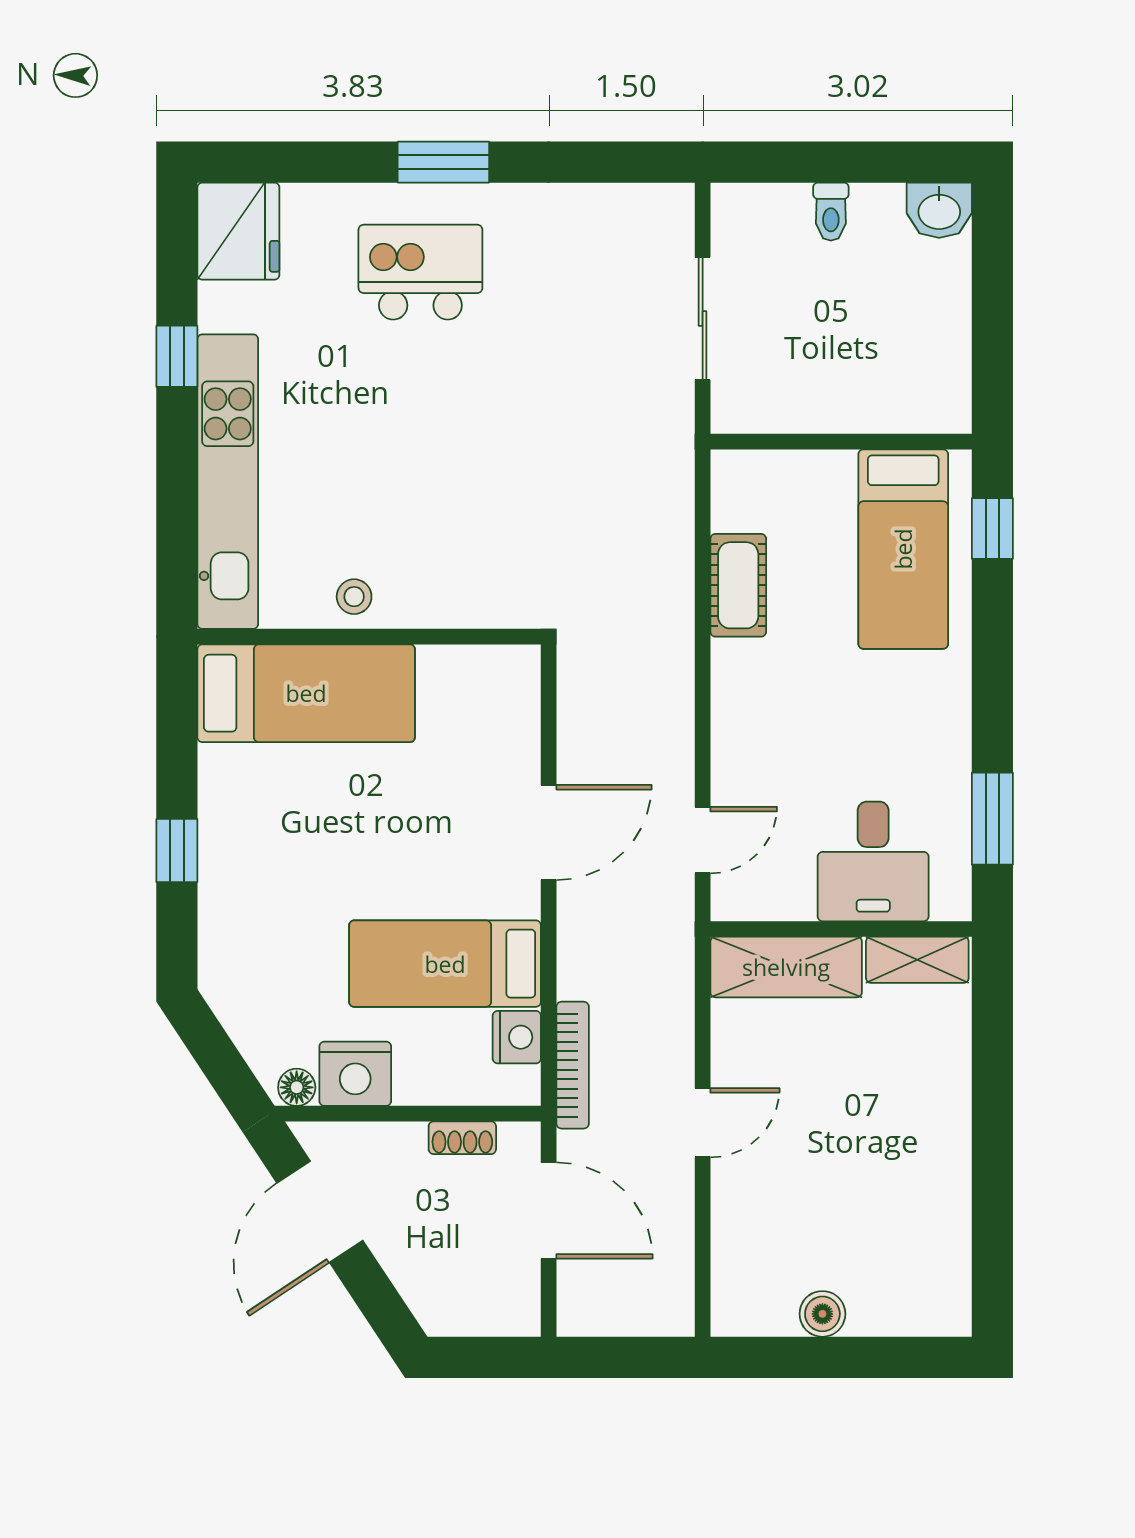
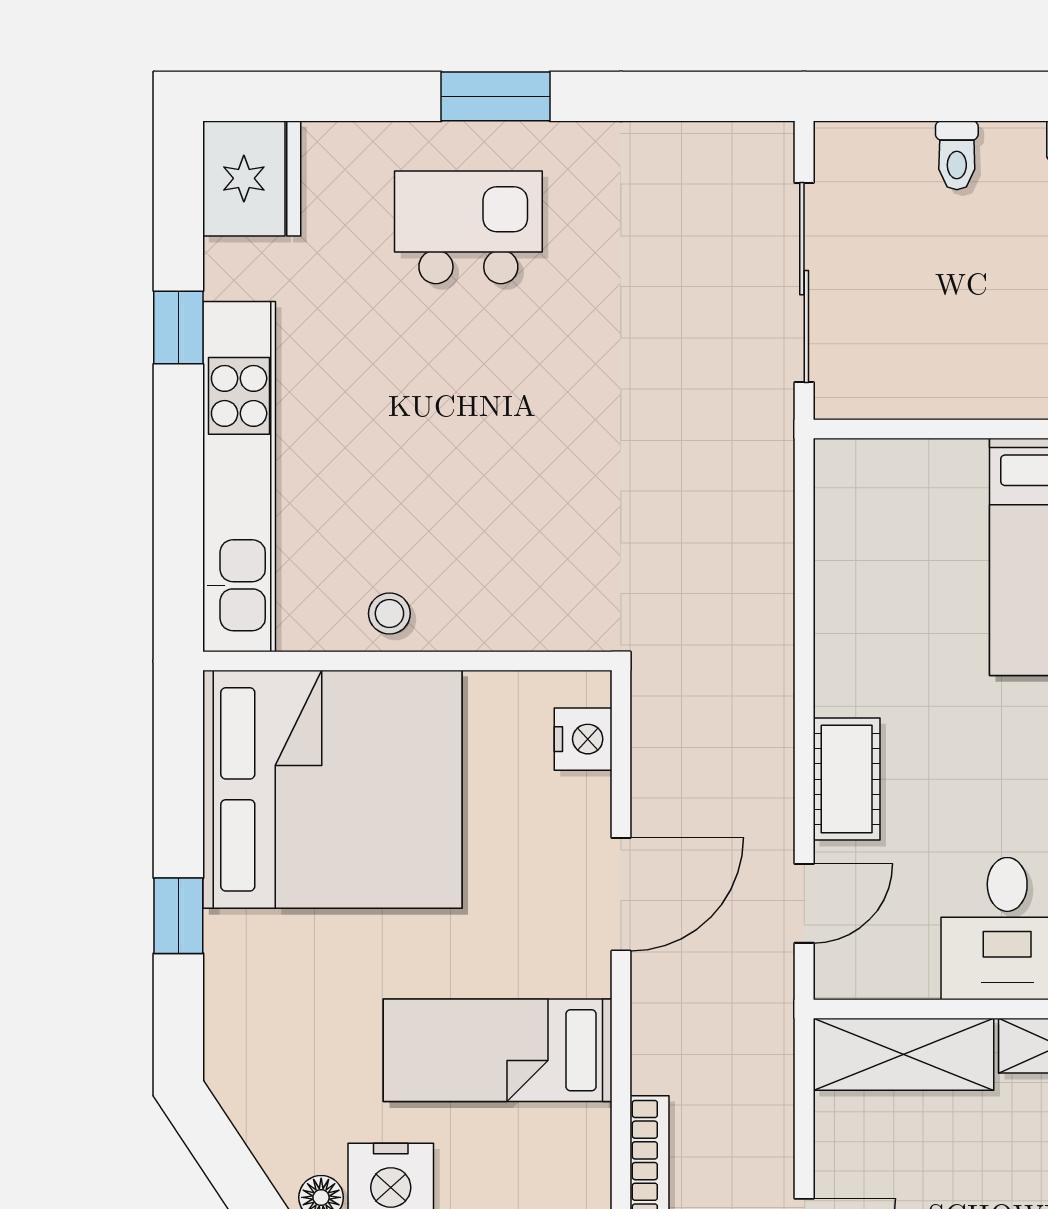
sliding door: (703, 319) -> (804, 283), width x1.37
cot: (738, 585) -> (847, 779), moved
bed: (306, 693) -> (332, 789), width x2.04
nightstand: (517, 1037) -> (583, 739), moved

